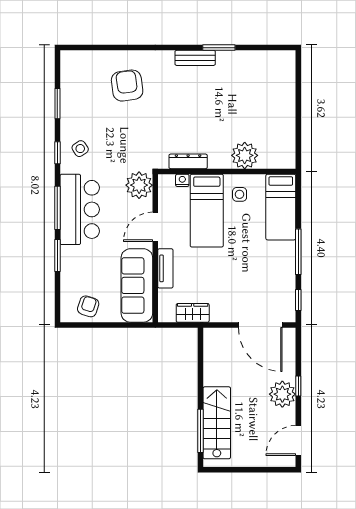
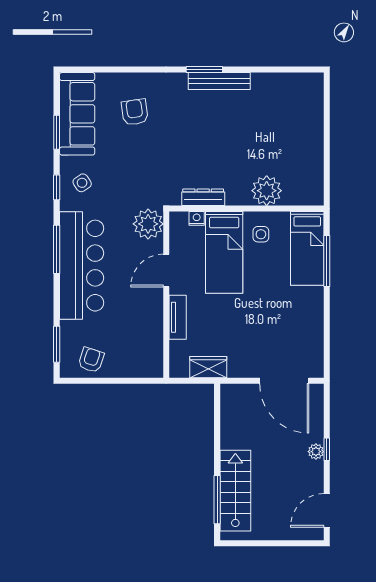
window: (219, 48) -> (204, 69), moved
bench: (195, 58) -> (219, 81), width x1.36
armchair: (127, 86) -> (135, 112), width x0.72, depth x0.72
bar counter: (80, 209) -> (82, 266), width x1.36
window: (298, 252) -> (327, 261), moved
window: (57, 256) -> (57, 344), moved
sofa: (137, 285) -> (77, 114), moved, turned 180
window: (298, 300) -> (327, 353), removed
plant: (282, 394) -> (316, 452), width x0.53, depth x0.53

